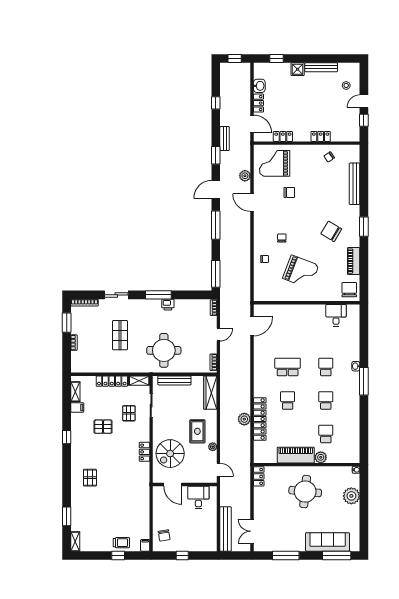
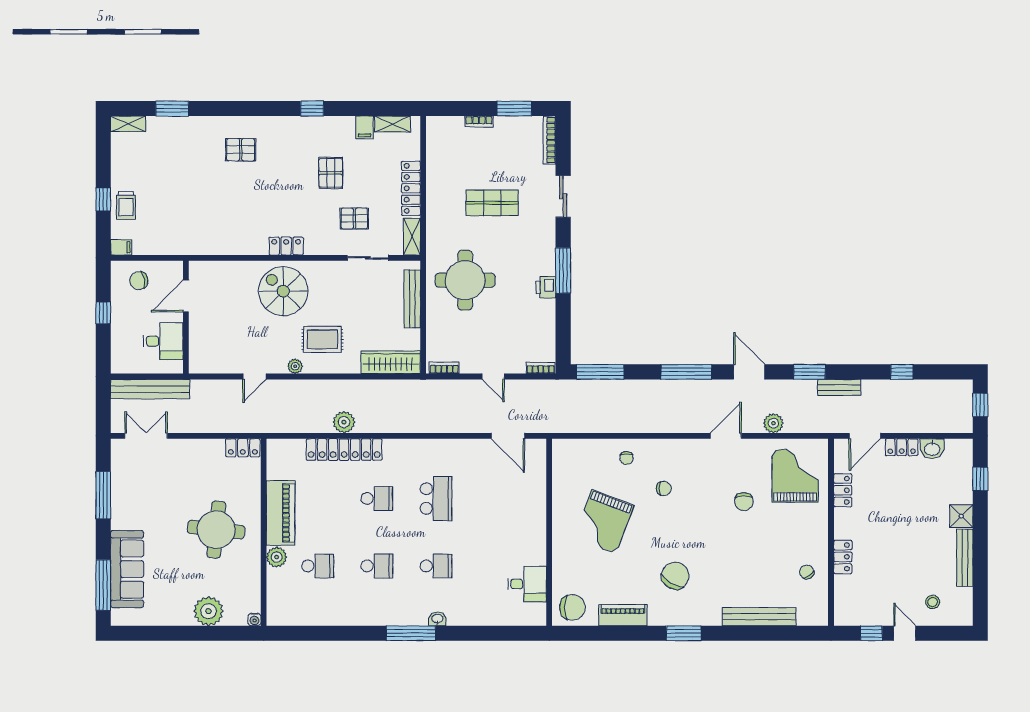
door: (173, 485) -> (186, 296), moved
wall: (185, 485) -> (186, 317), moved
desk: (198, 497) -> (163, 341), moved

